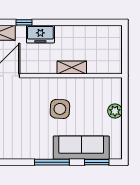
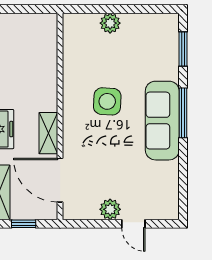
shelving: (72, 67) -> (48, 133), moved
sofa: (81, 148) -> (162, 121), moved

